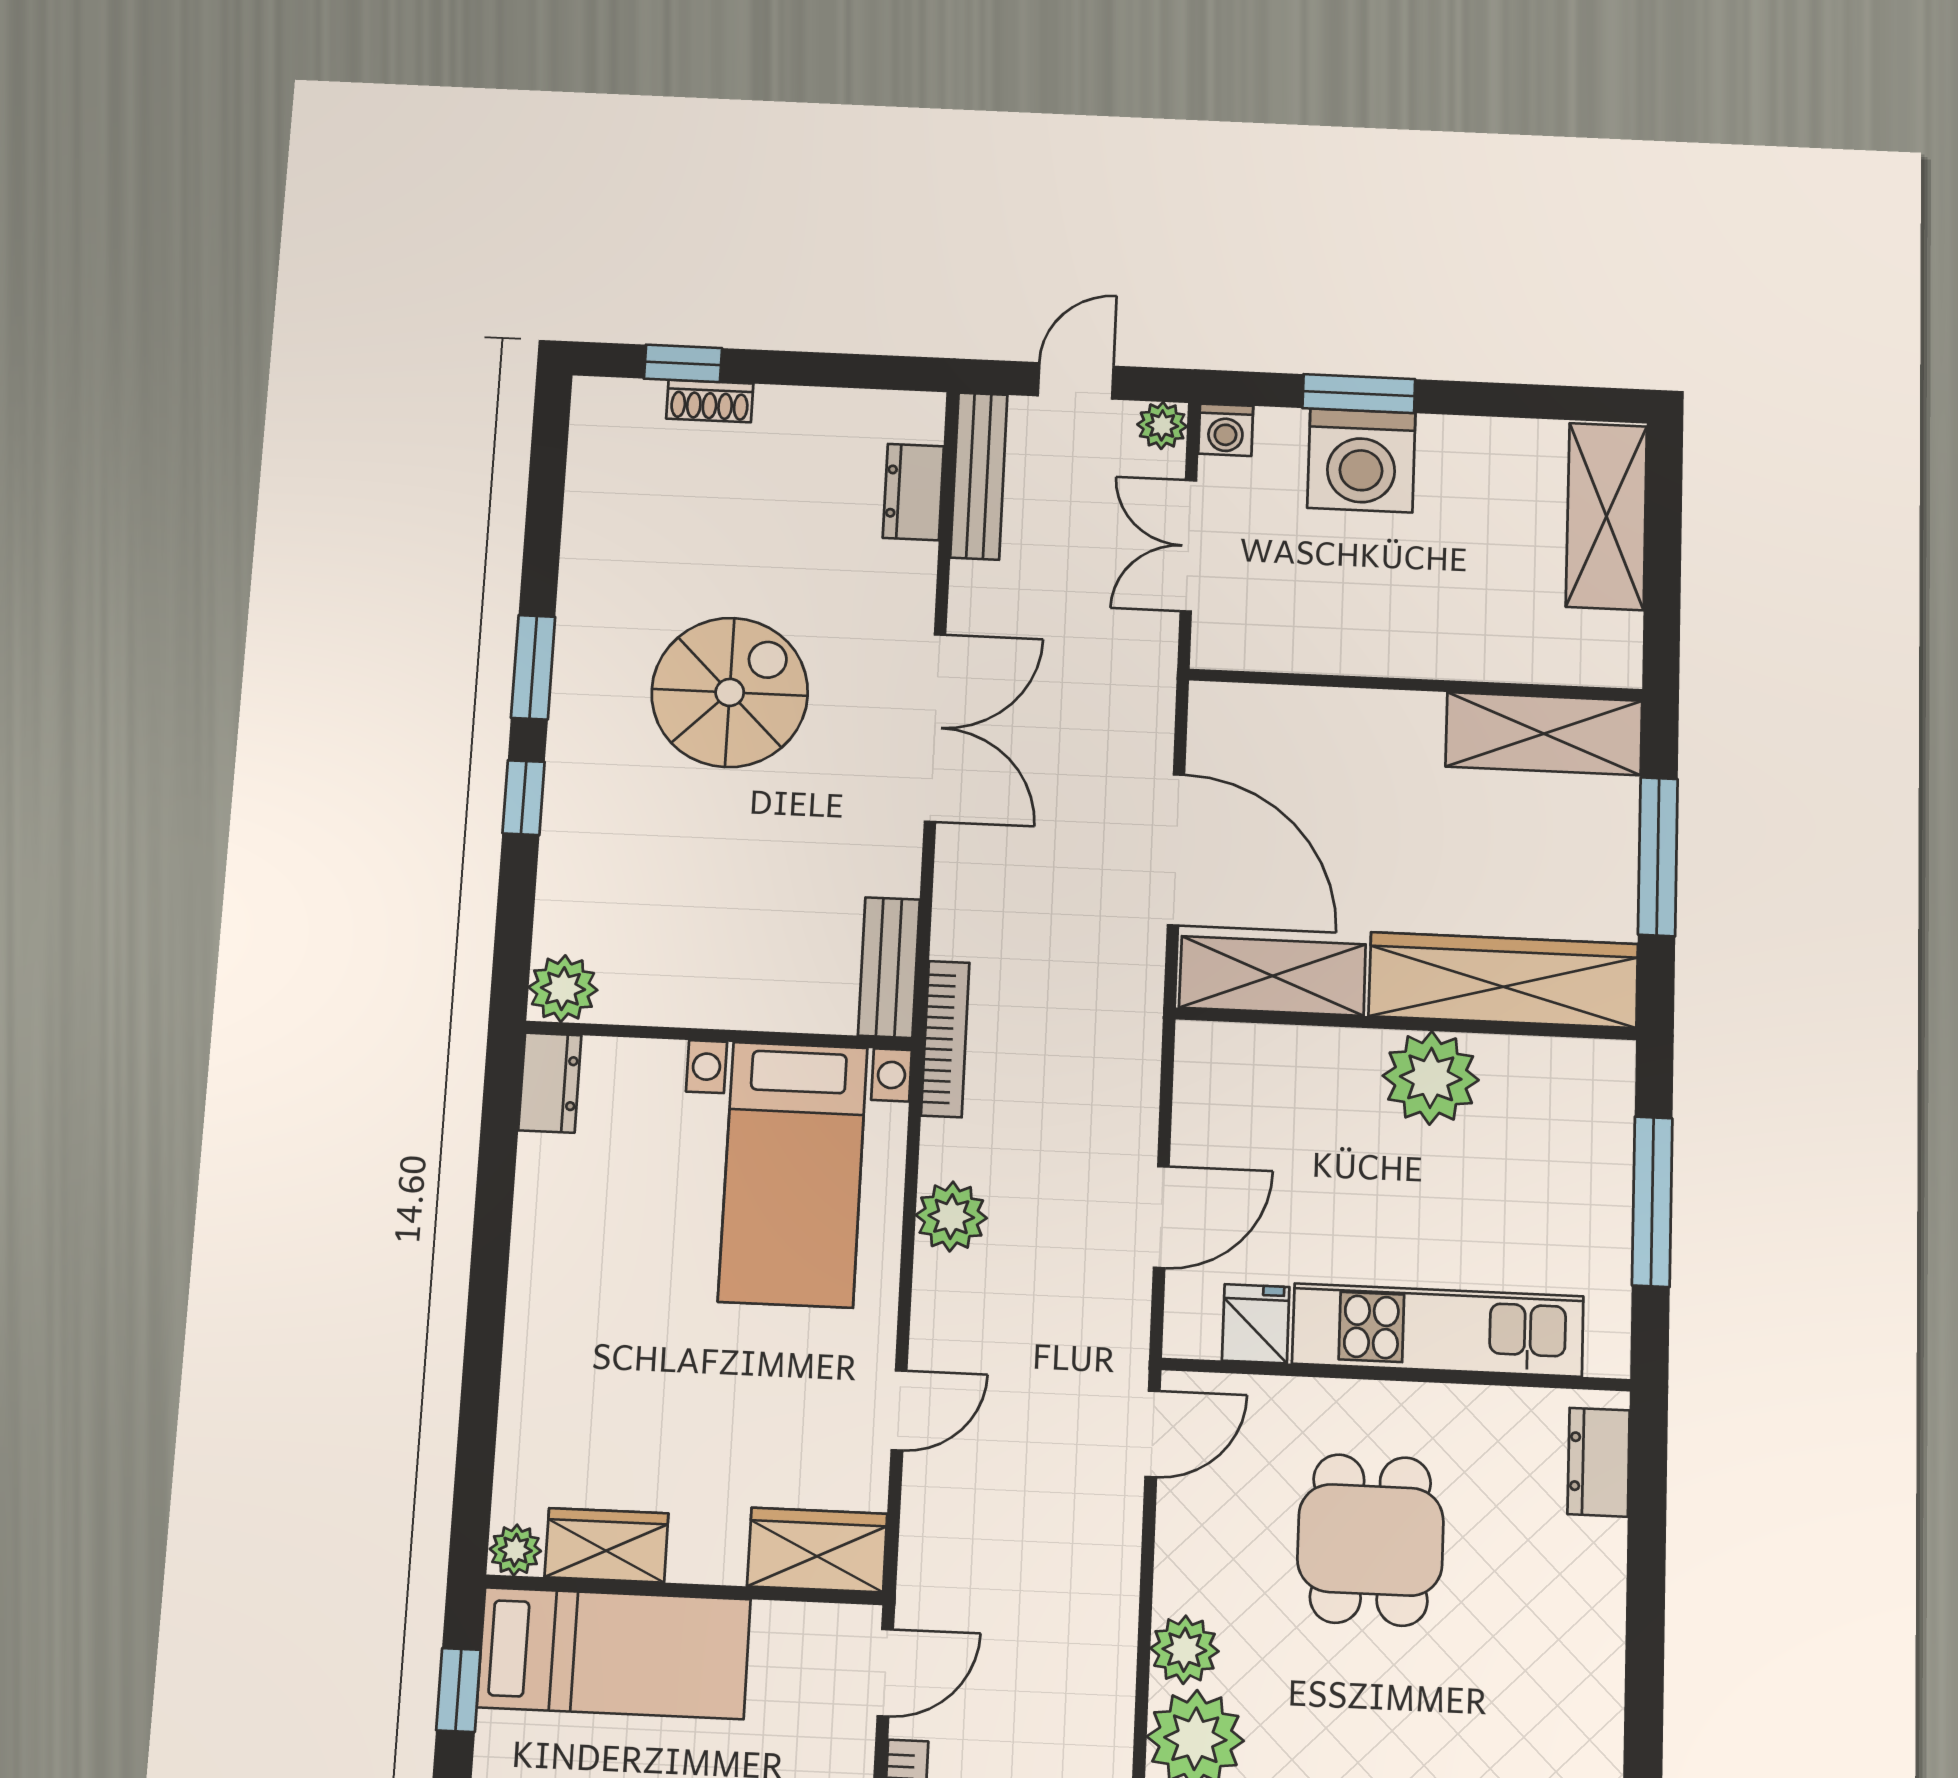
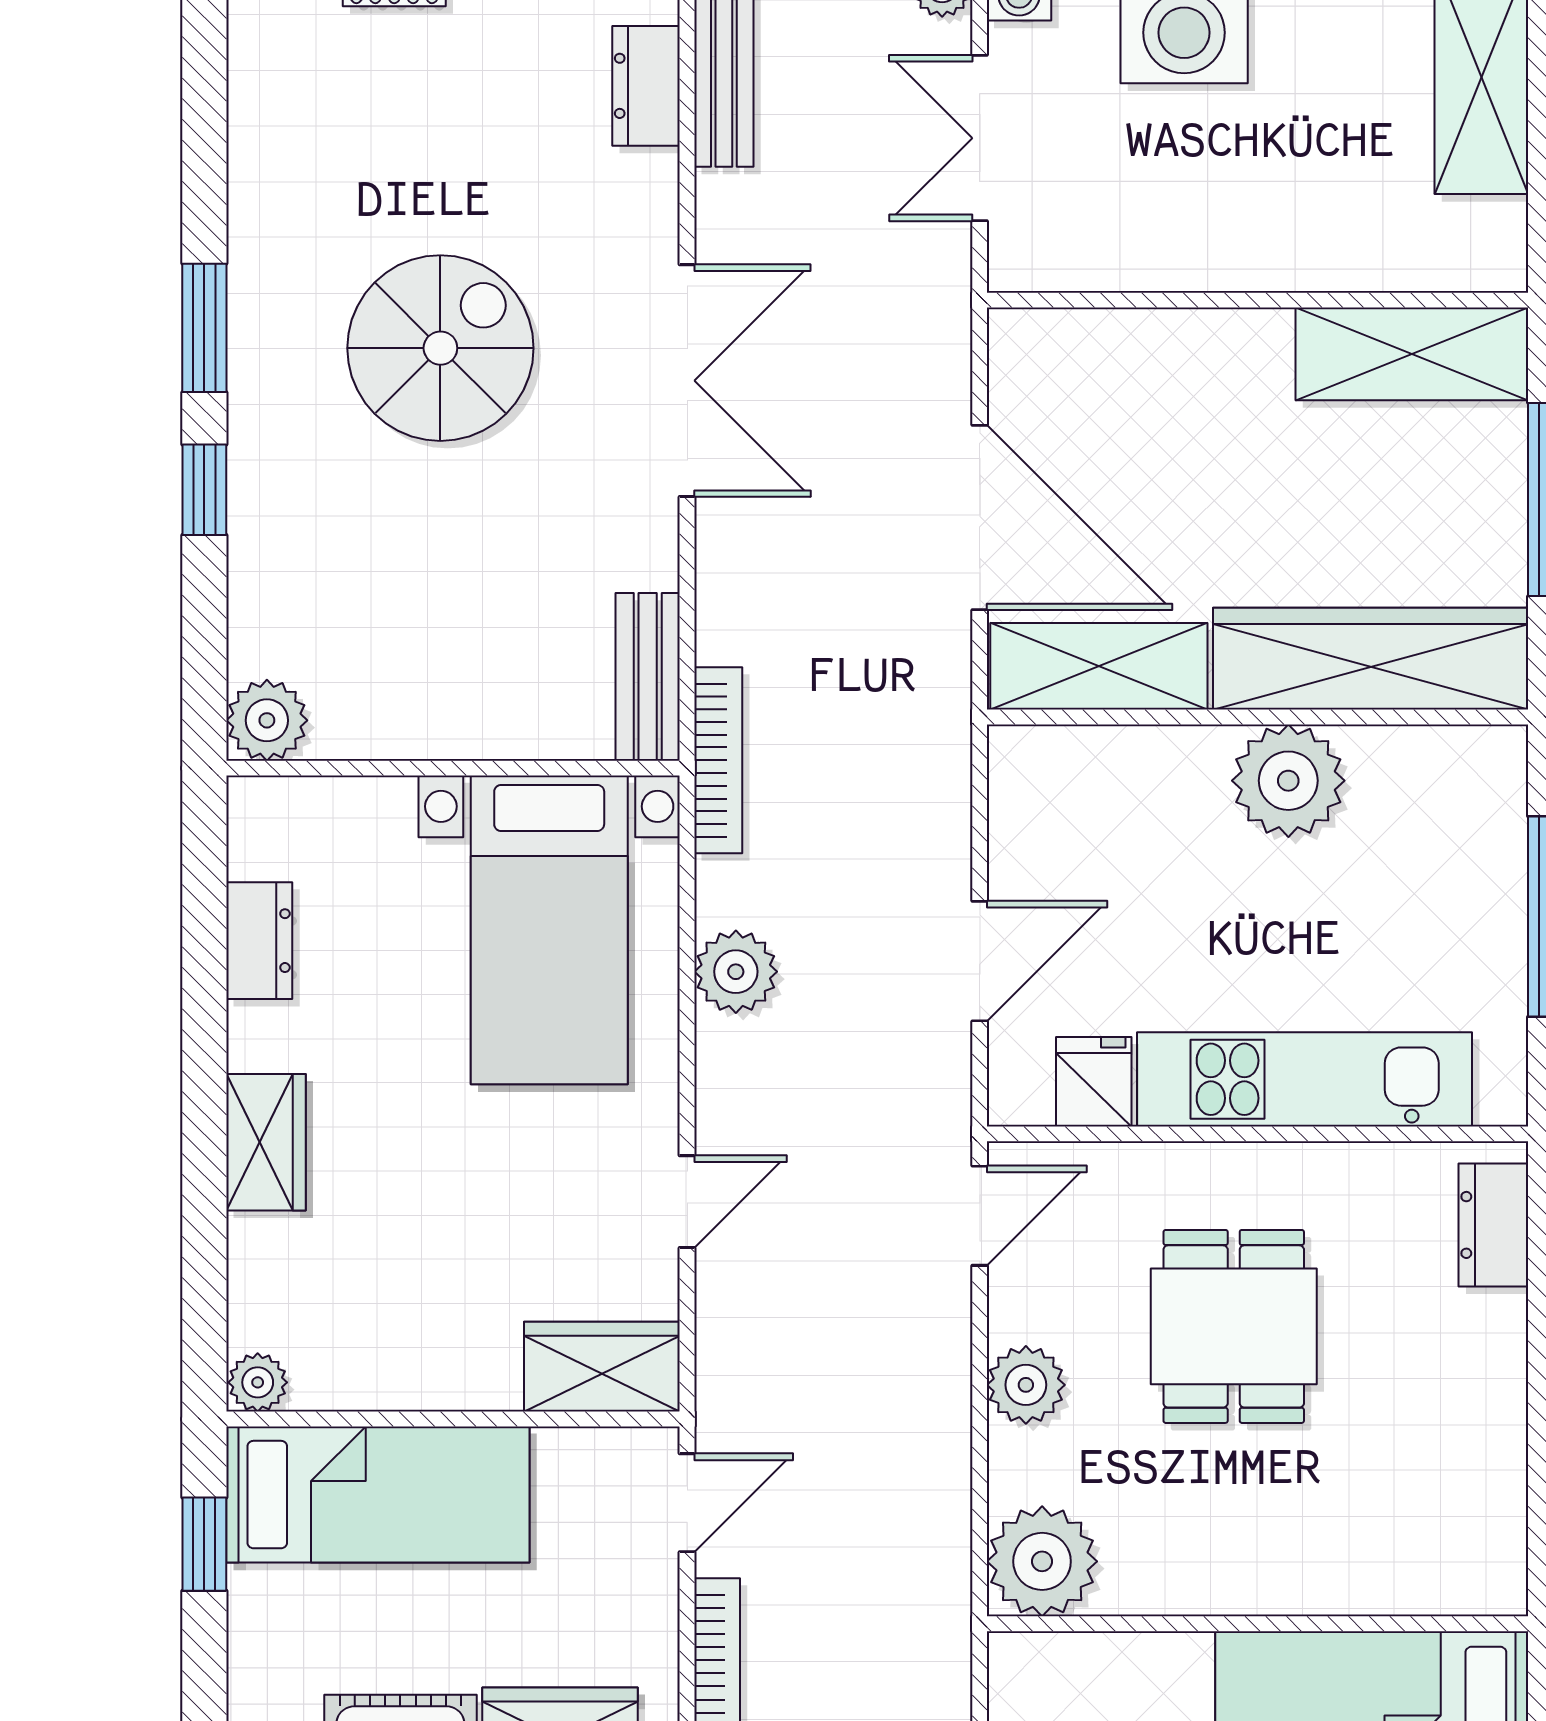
dresser: (550, 1083) -> (259, 941), moved
wardrobe: (607, 1545) -> (266, 1142), moved, turned 90
plant: (1184, 1650) -> (1026, 1385), moved

